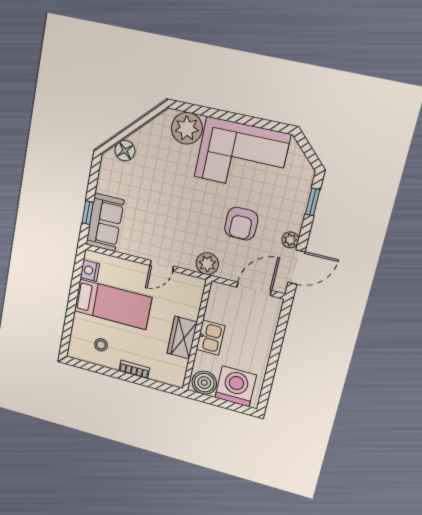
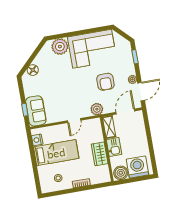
shelving: (216, 302) -> (109, 127), added

